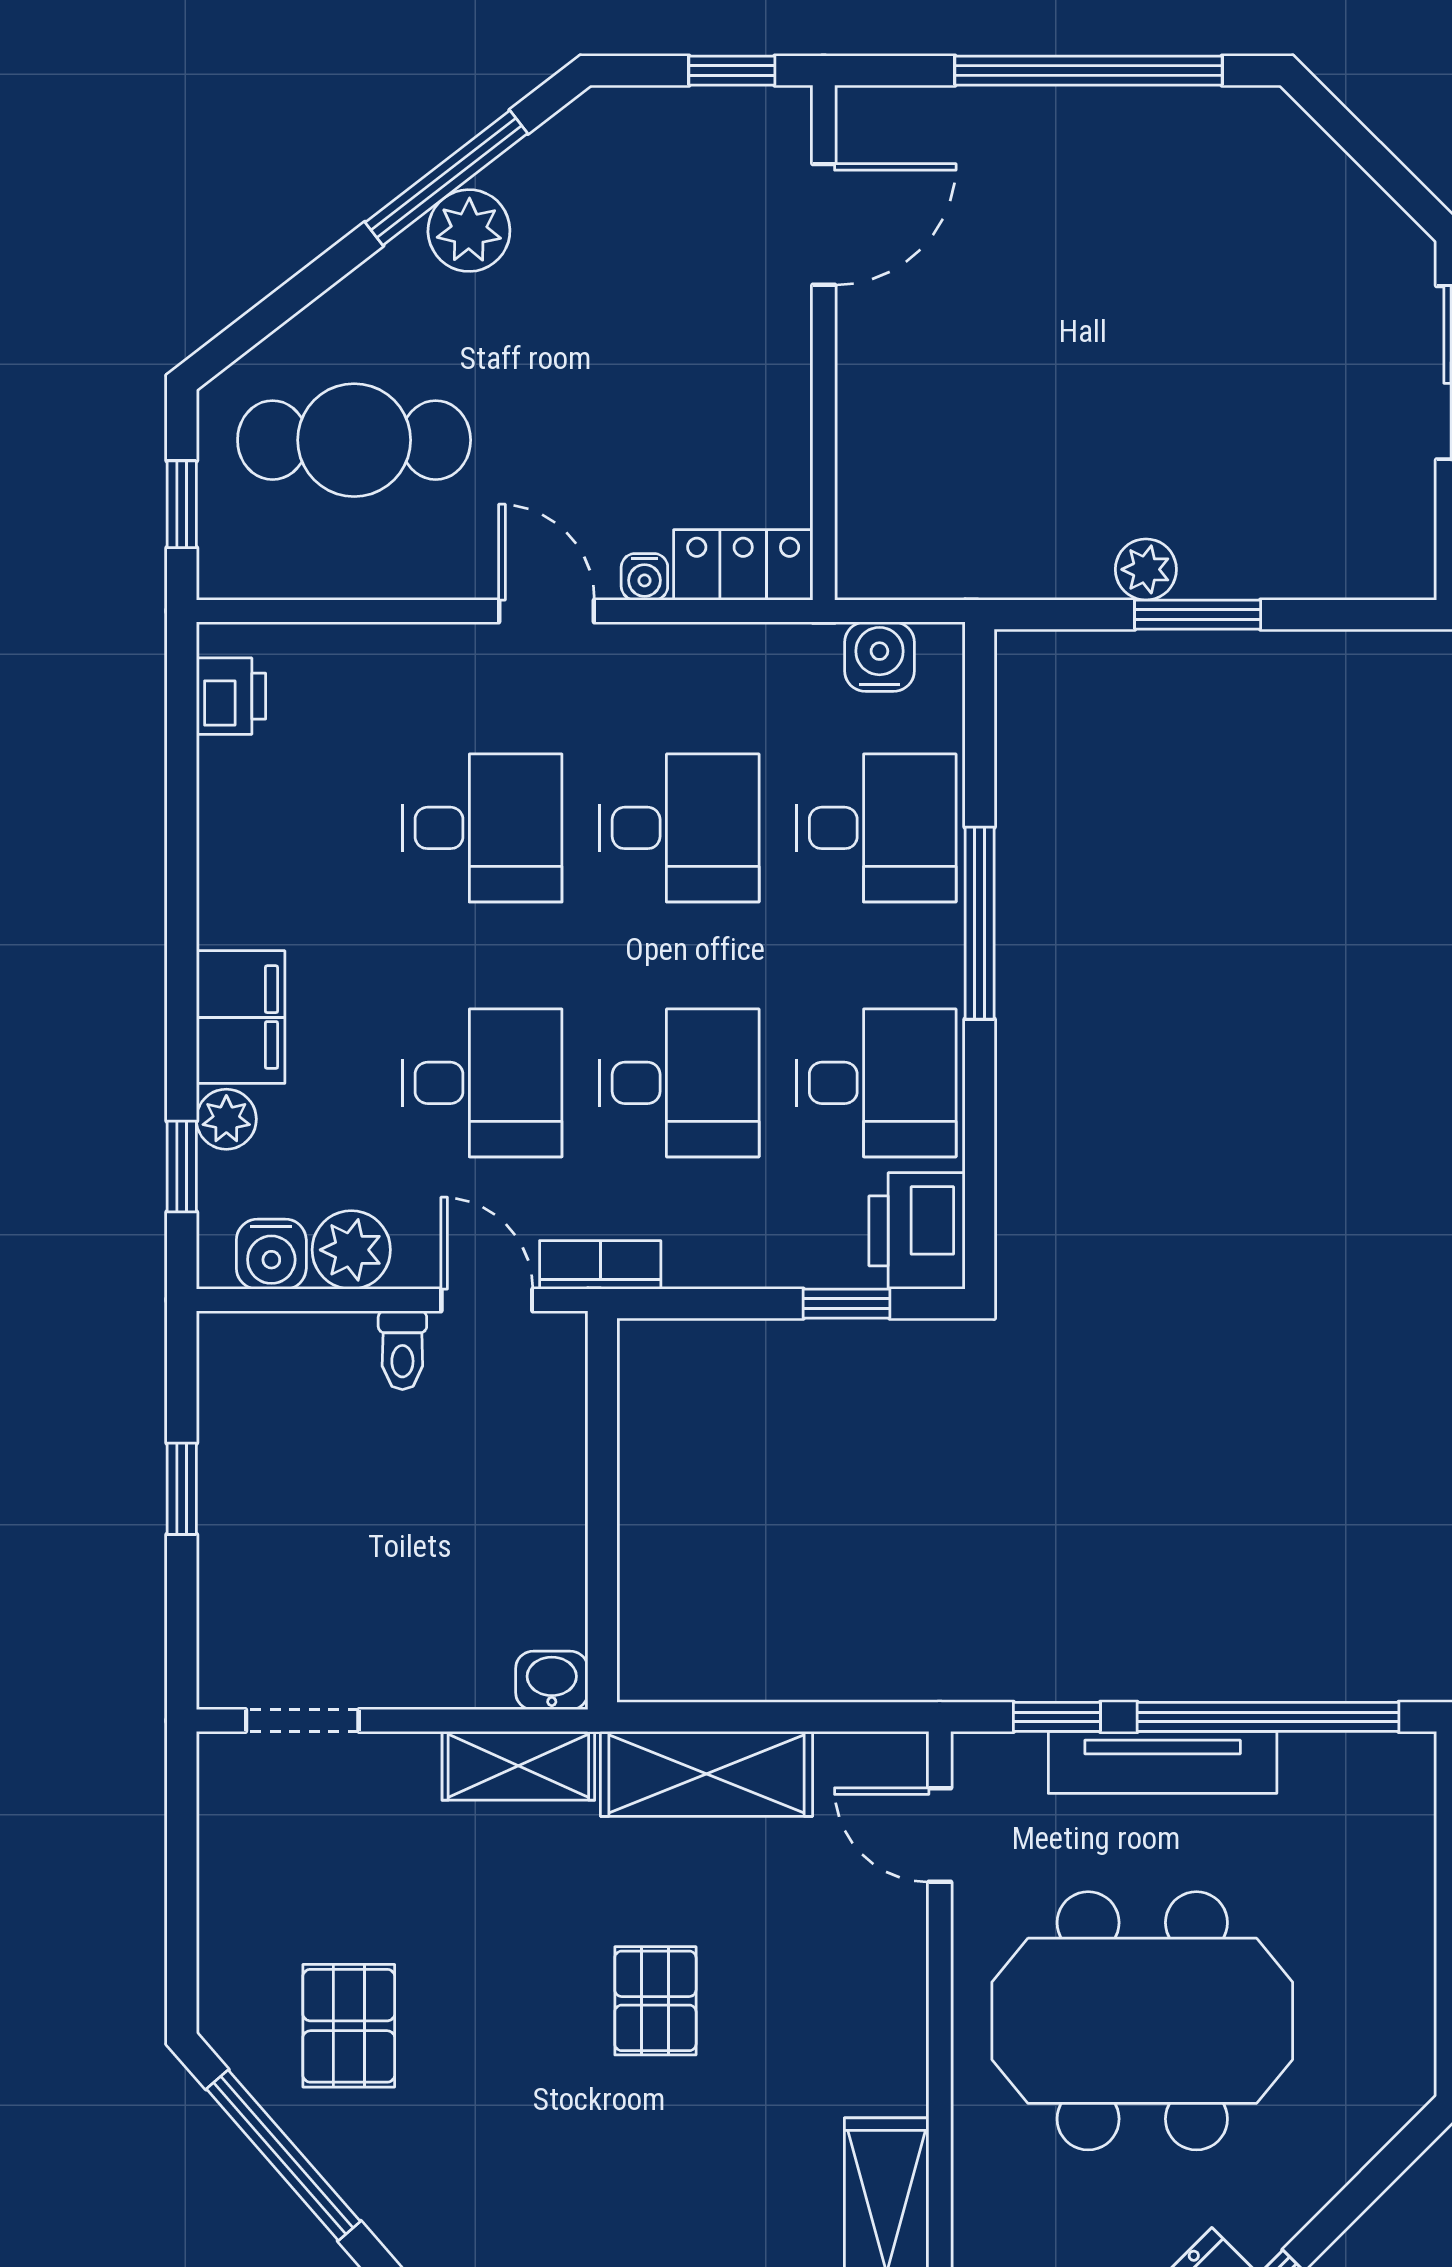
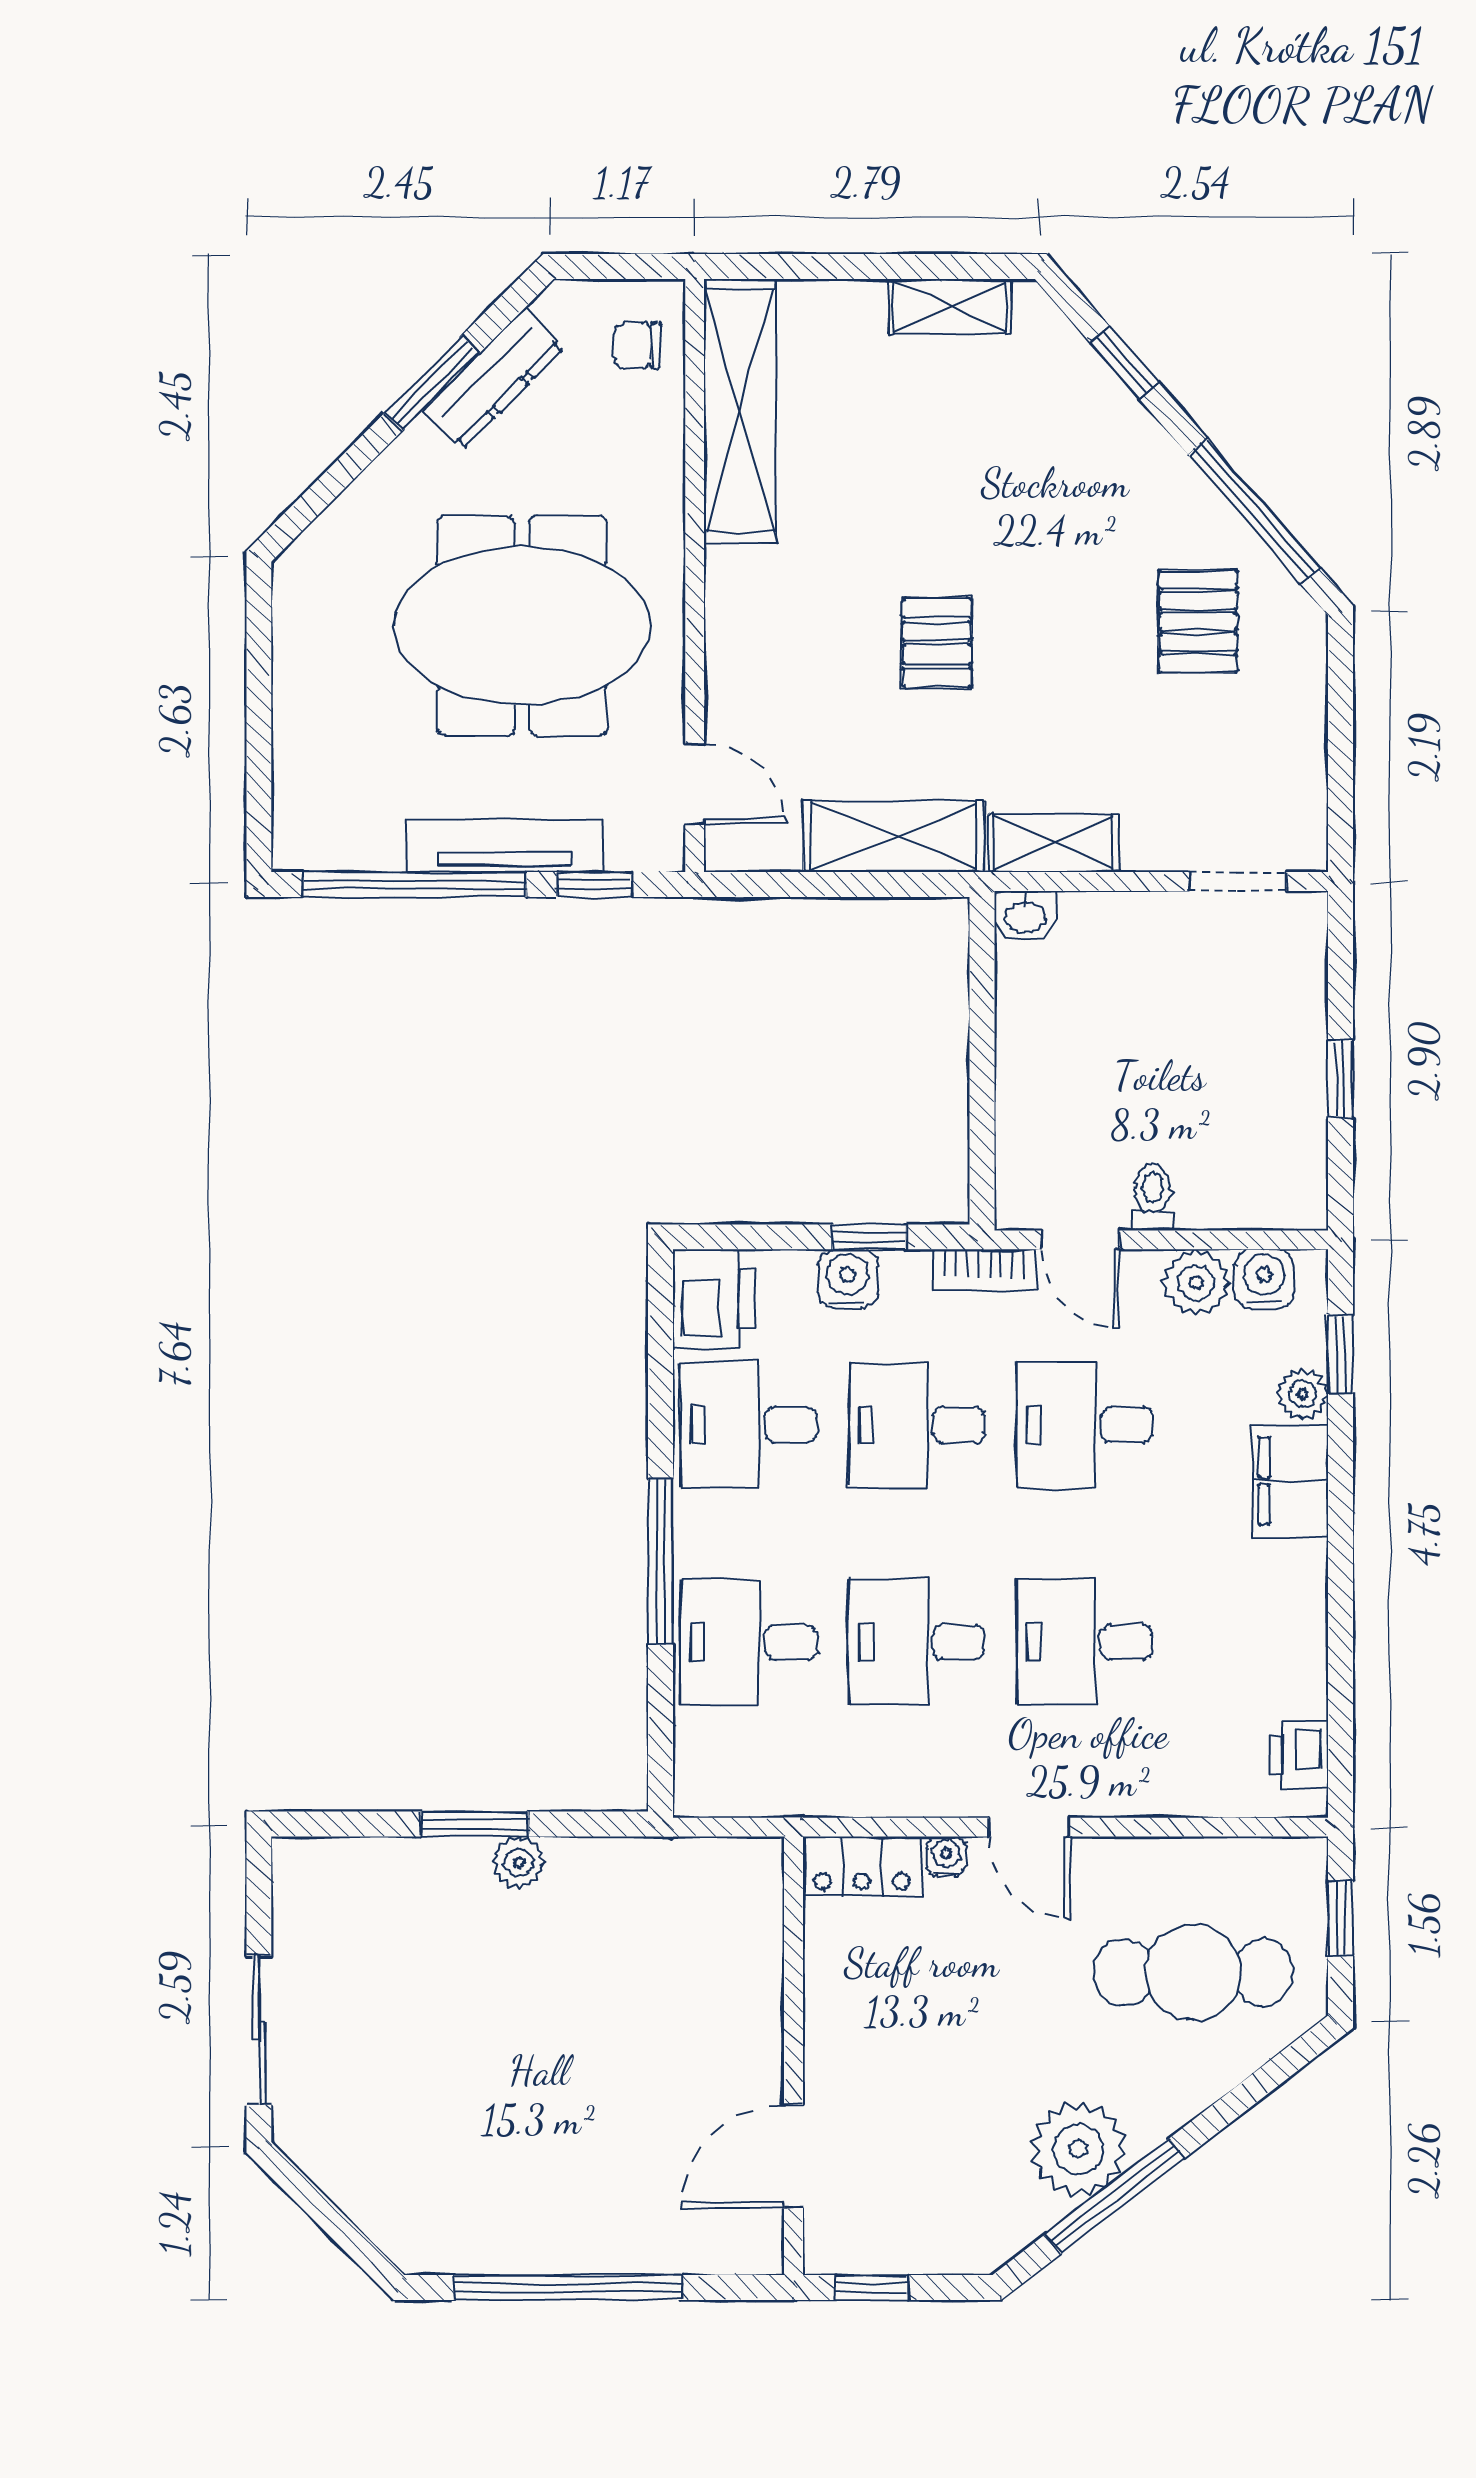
plant: (469, 231) -> (1078, 2149), width x1.36, depth x1.36
water cooler: (879, 657) -> (848, 1279), moved, turned 180
window: (846, 1304) -> (869, 1237), moved

